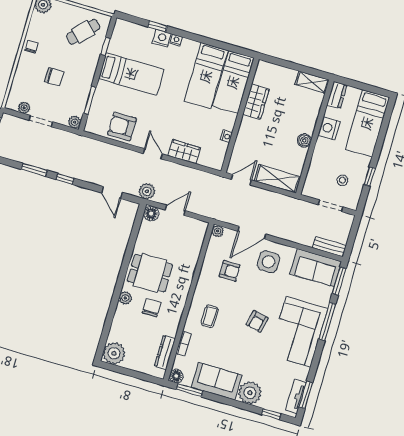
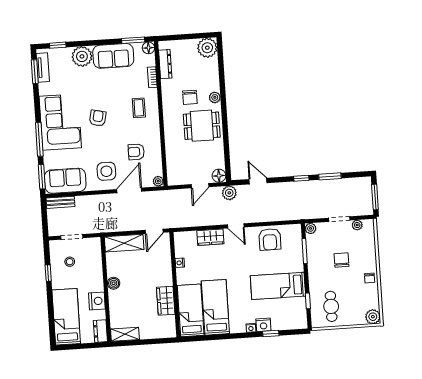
cafe table: (83, 32) -> (331, 306), turned -44
chair: (54, 77) -> (341, 260), turned 90
armchair: (122, 126) -> (270, 239), turned 90

